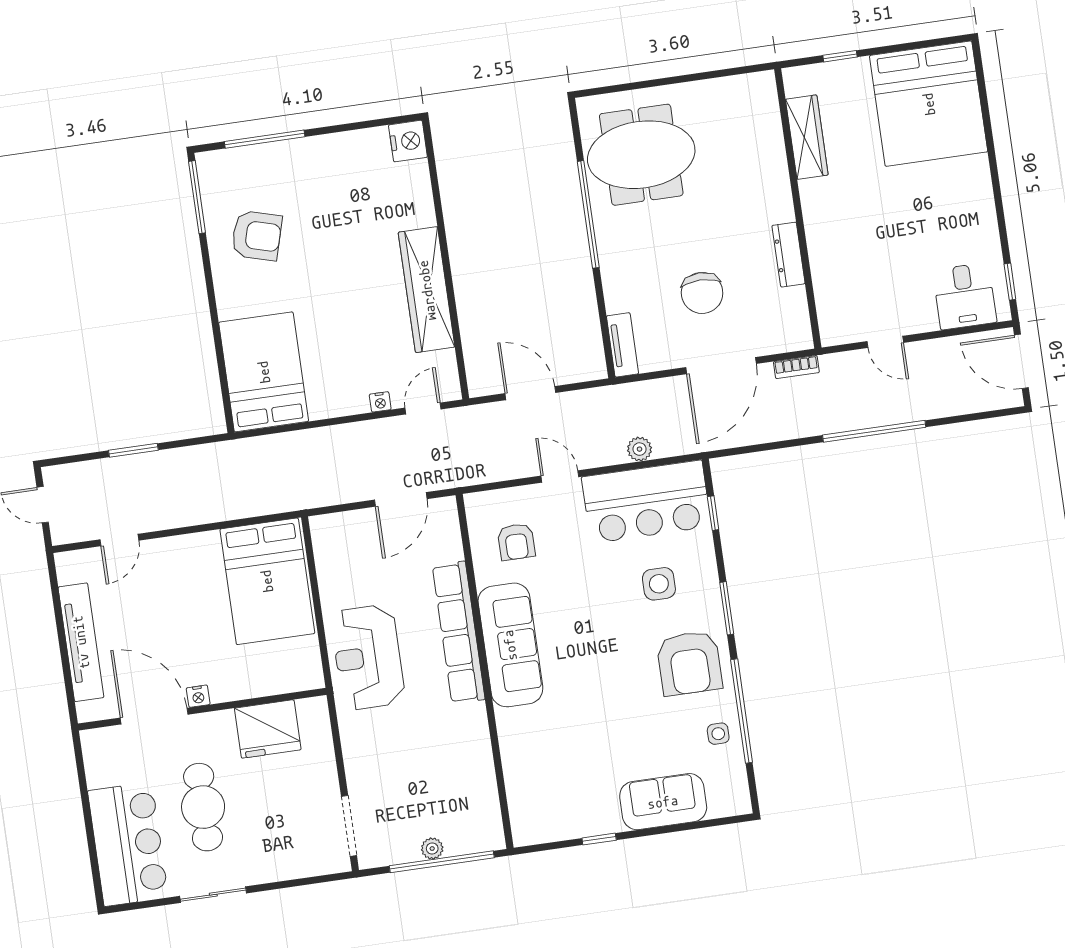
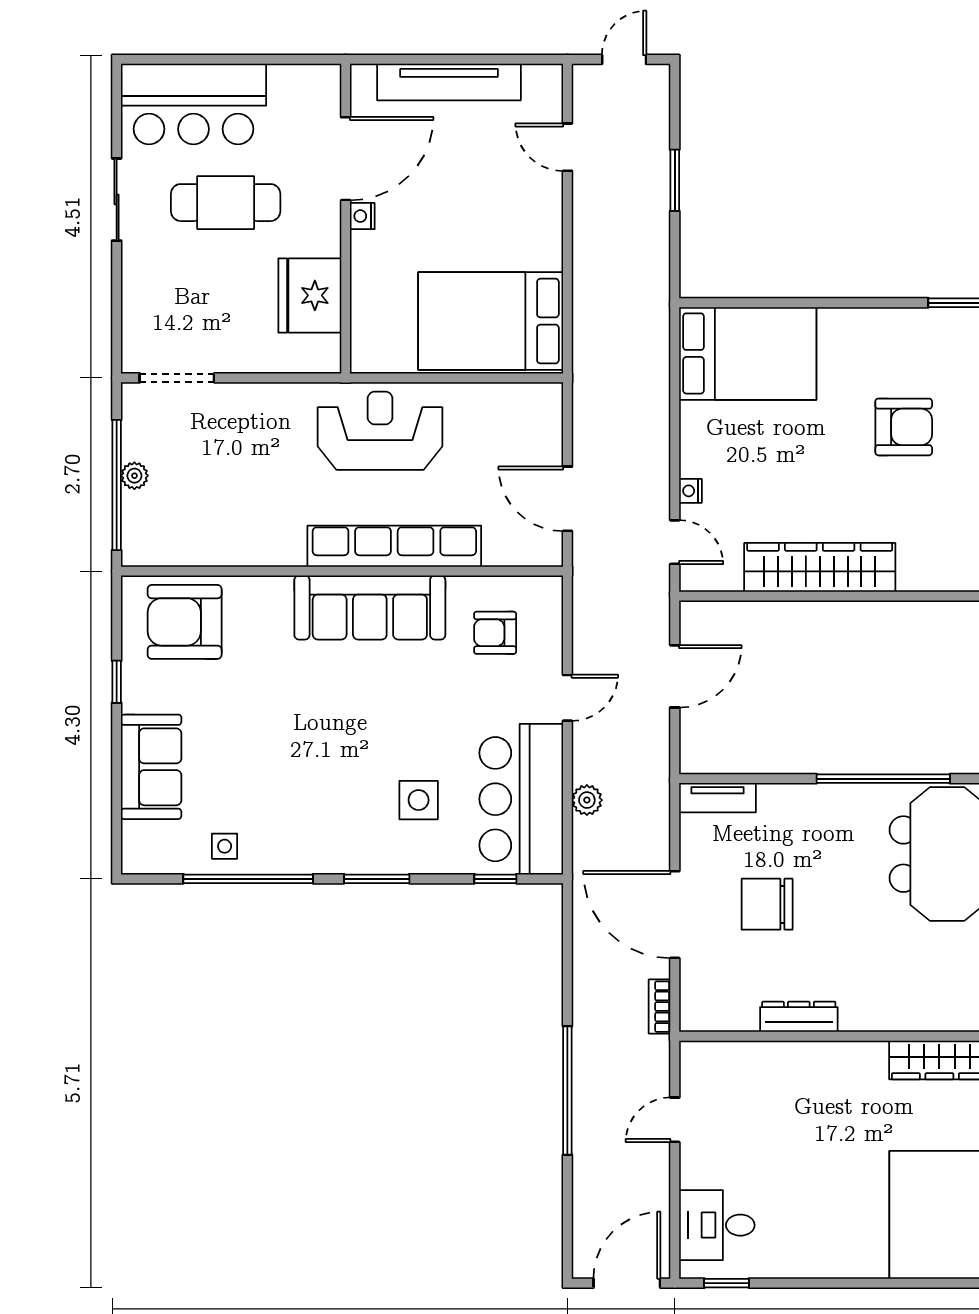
armchair: (257, 236) -> (904, 427), moved, turned -106
armchair: (689, 663) -> (185, 622), moved

